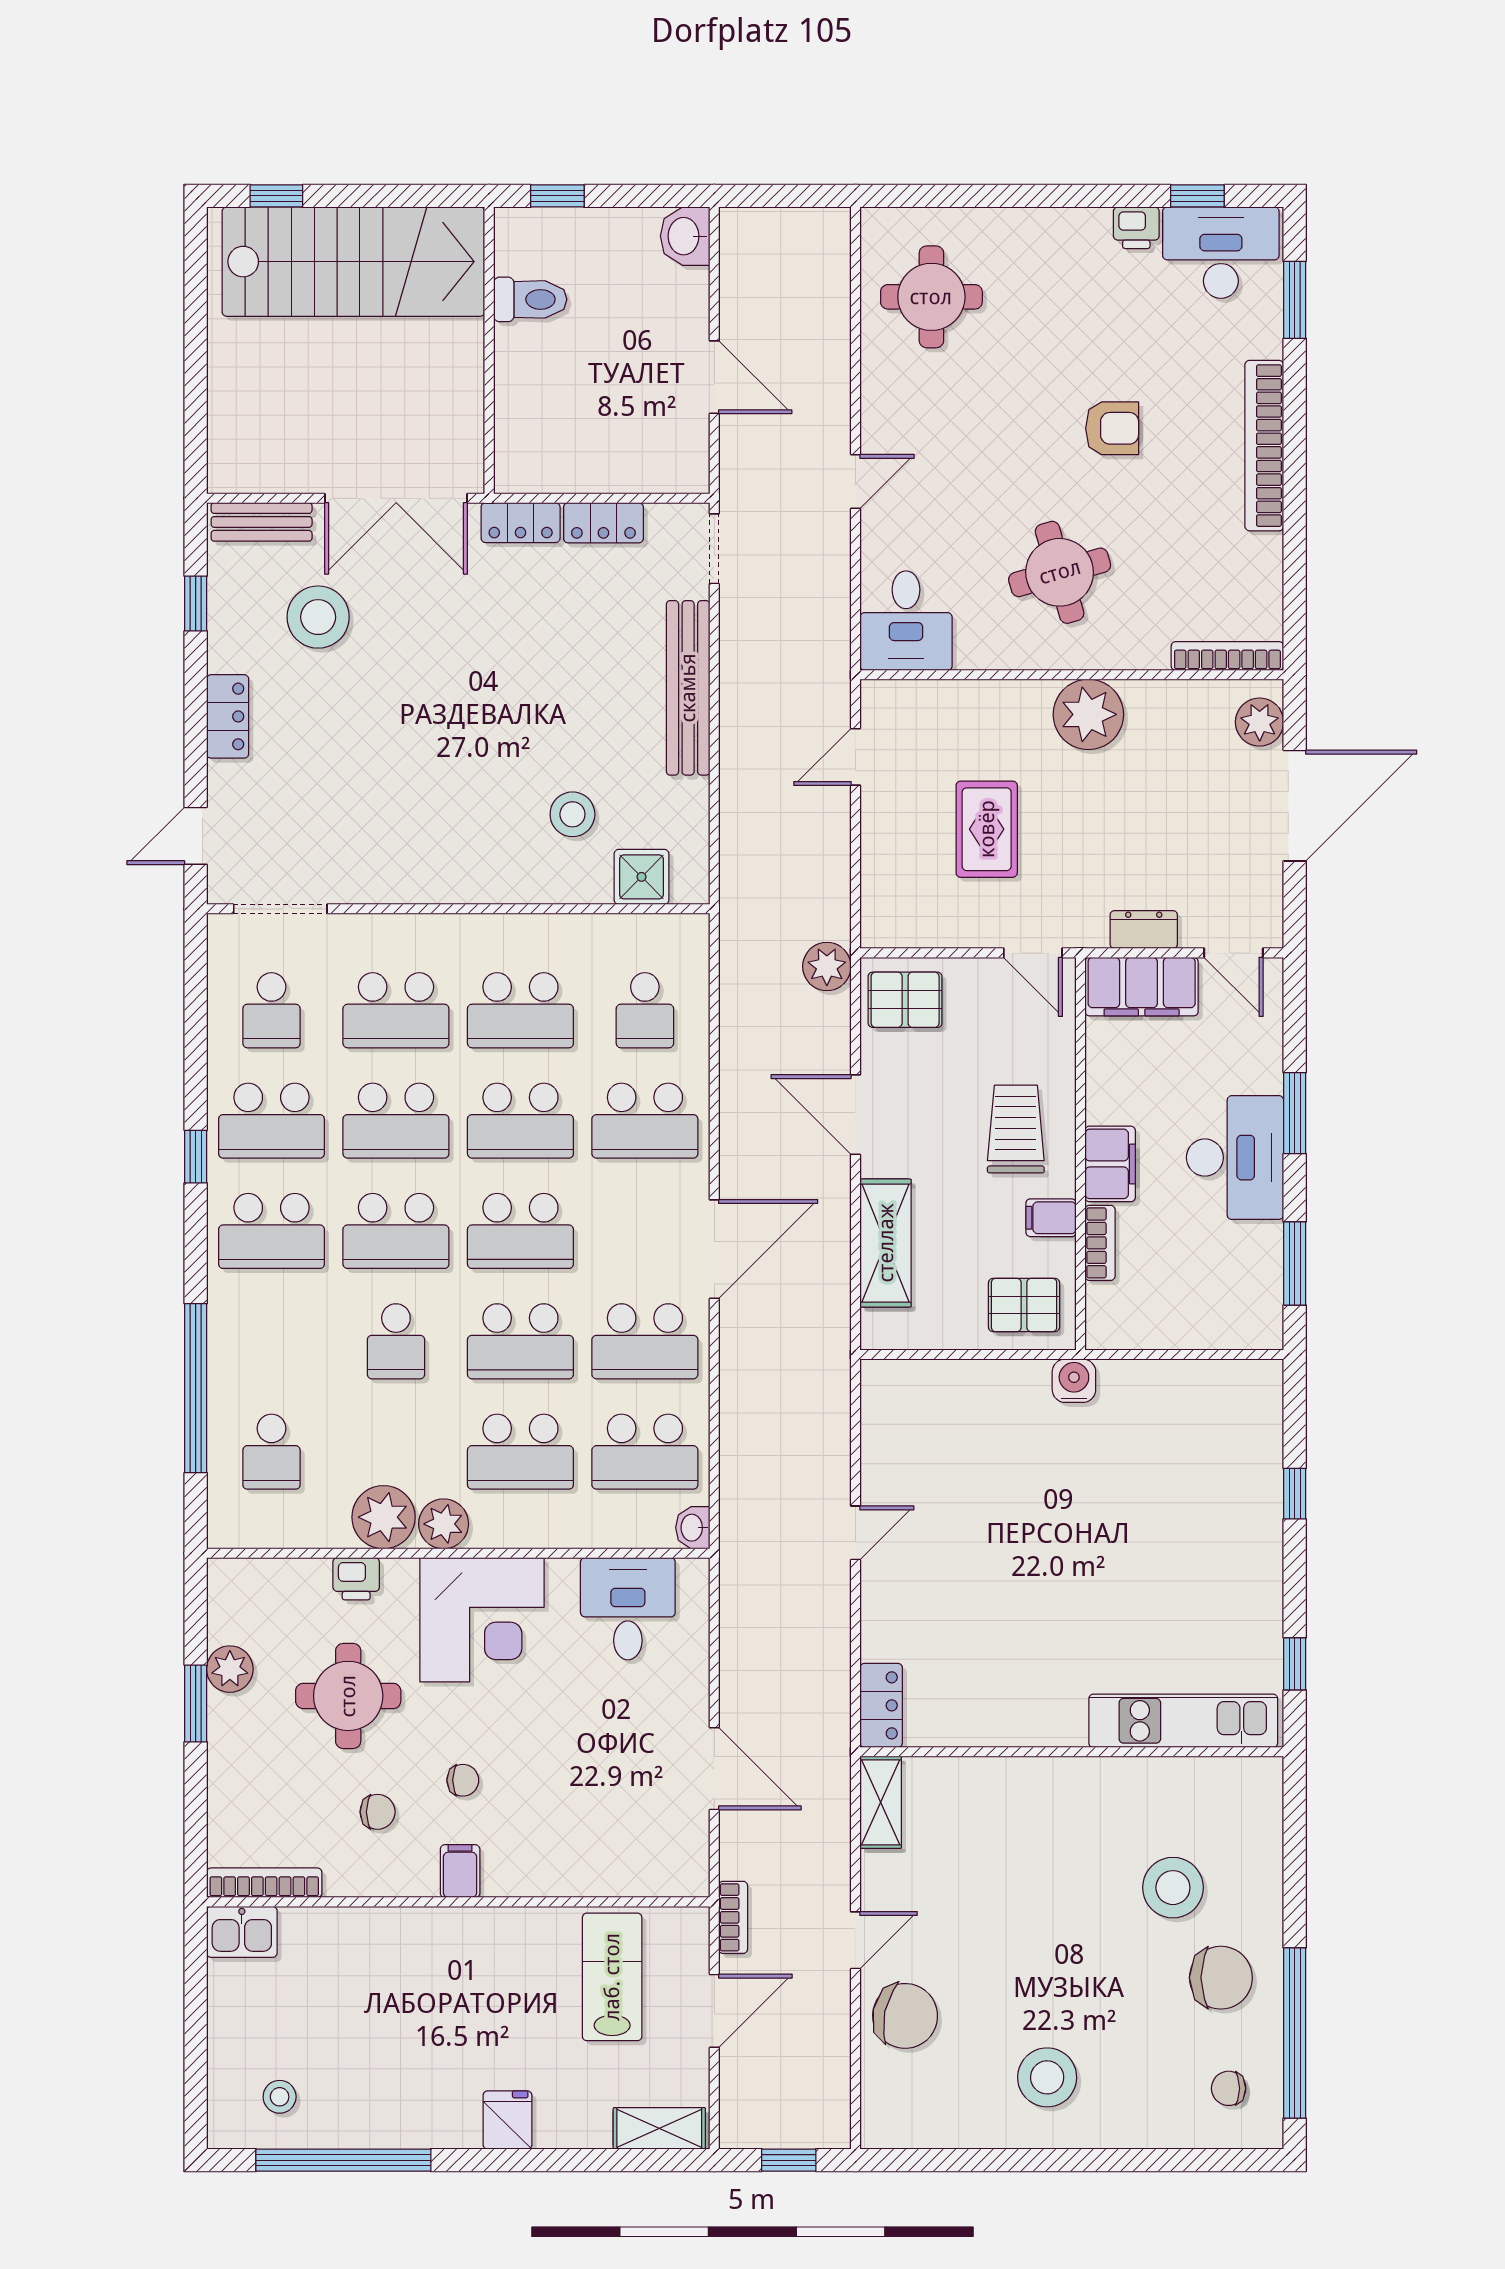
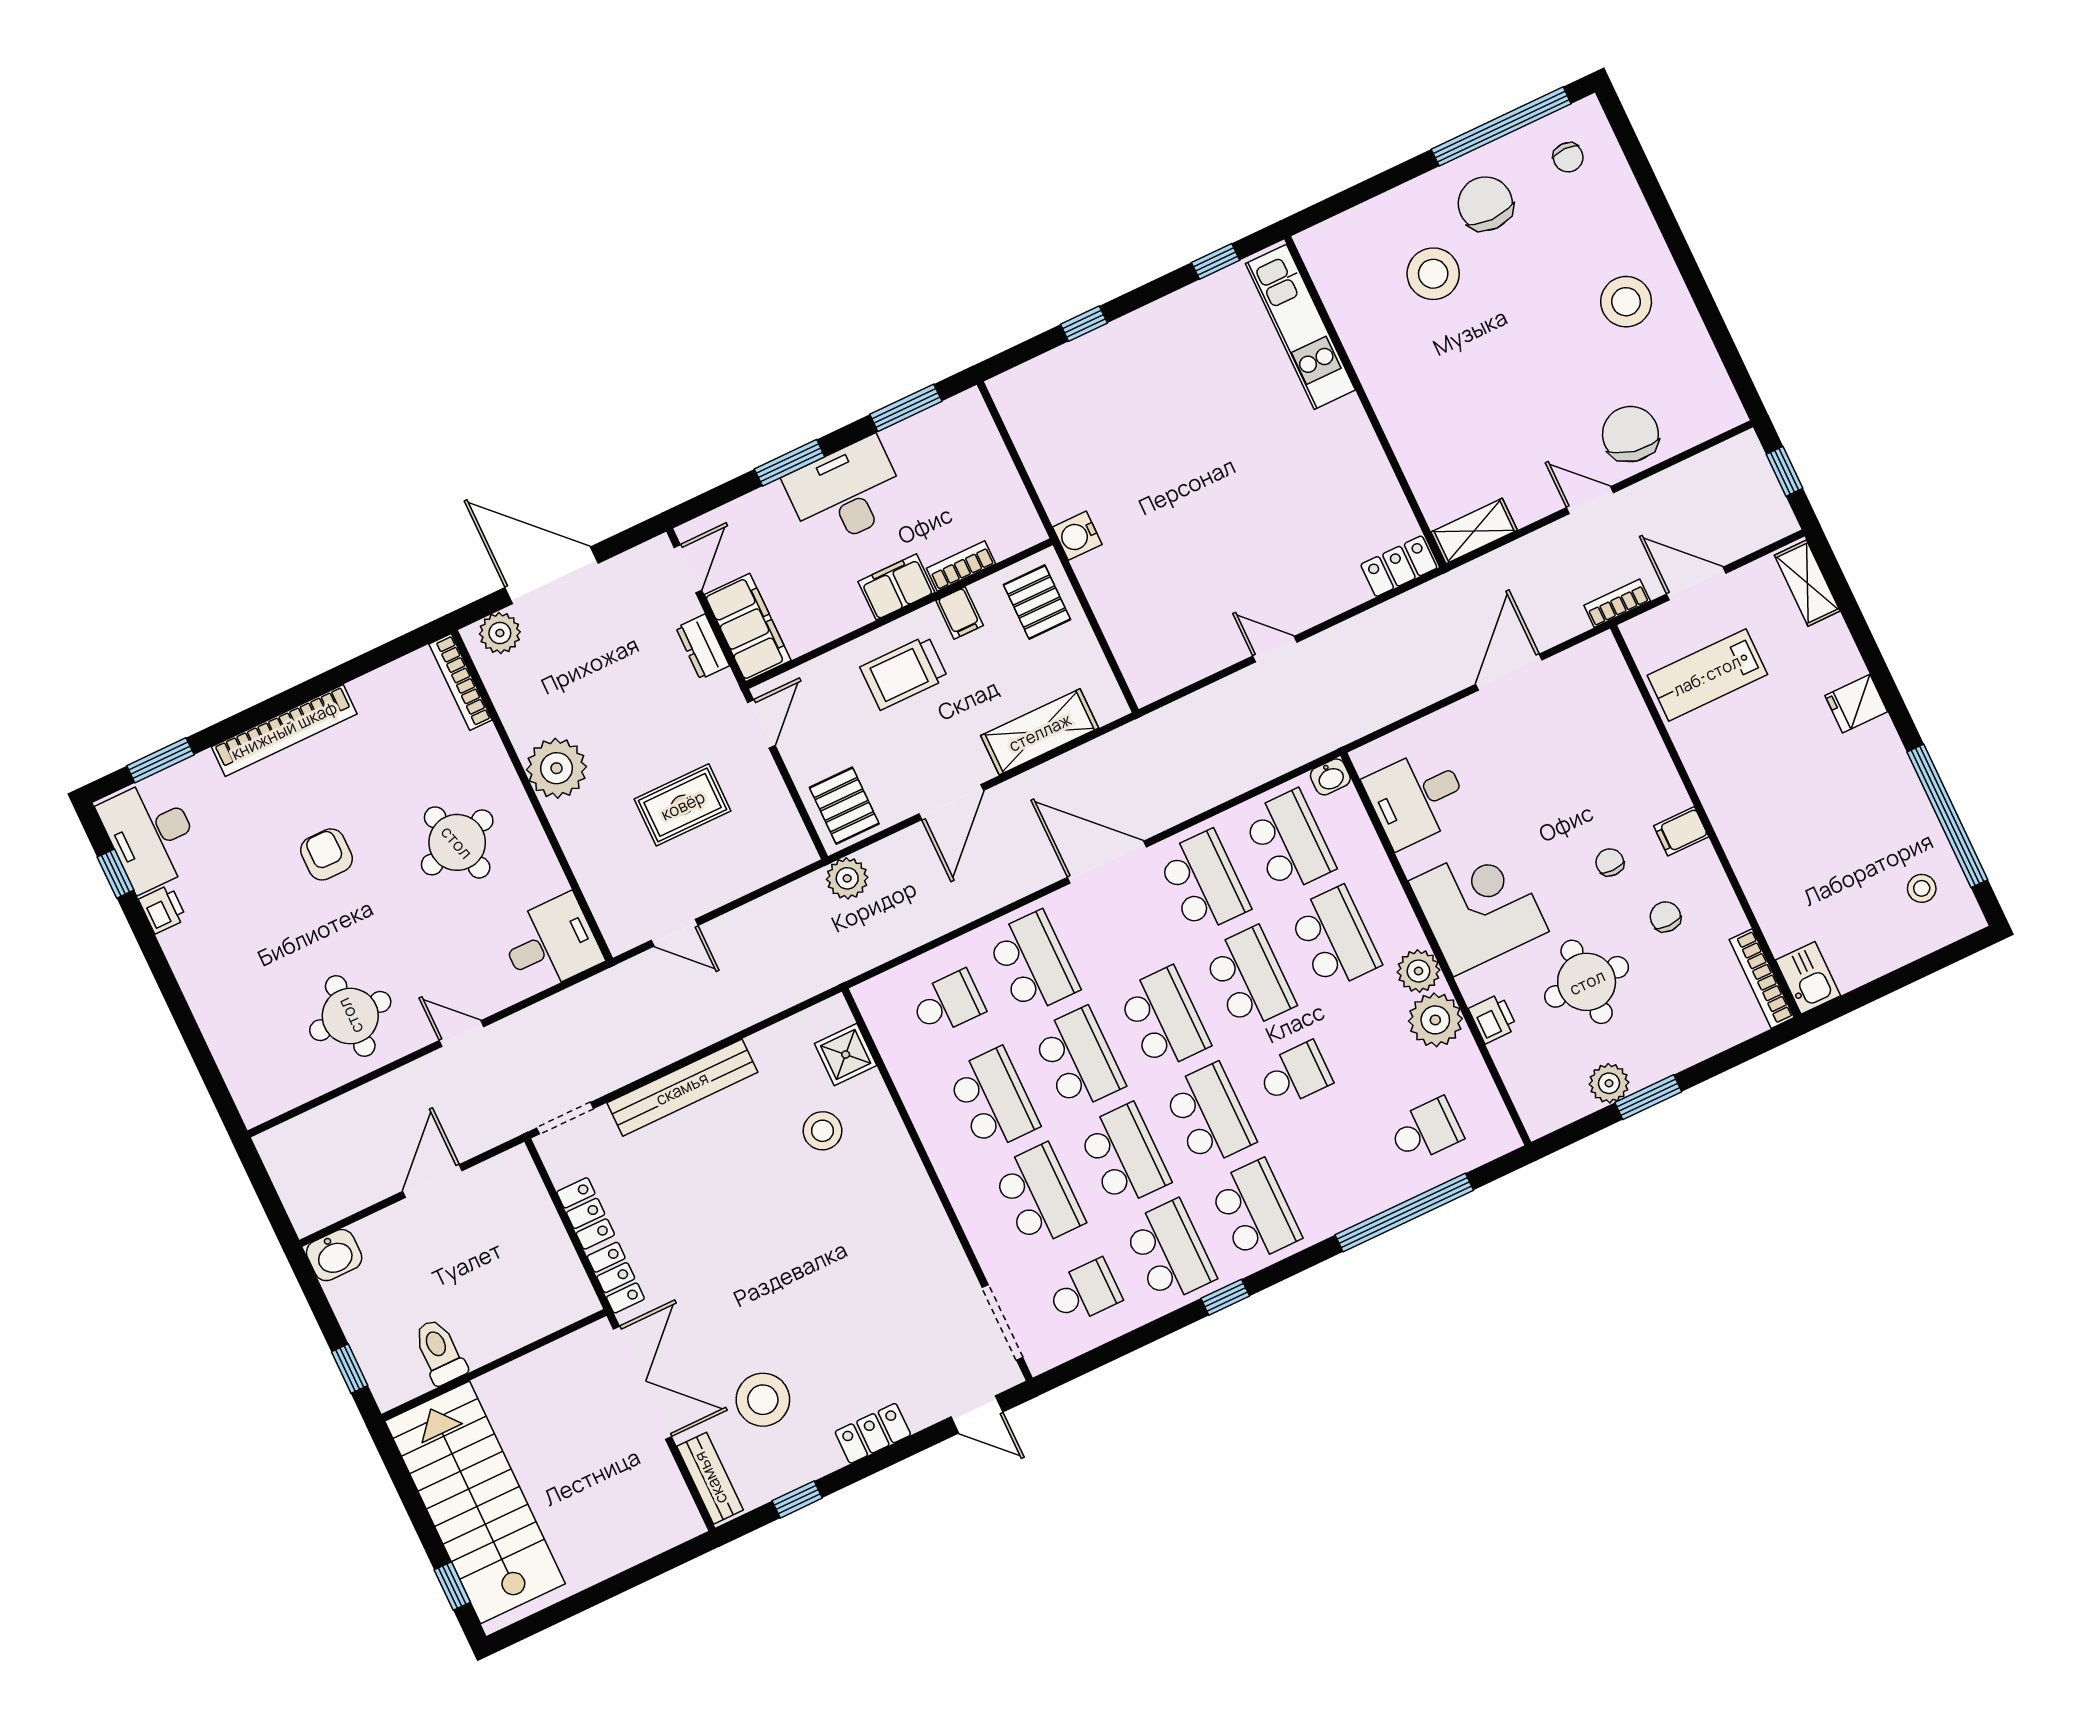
round table: (931, 297) -> (350, 1016), moved

